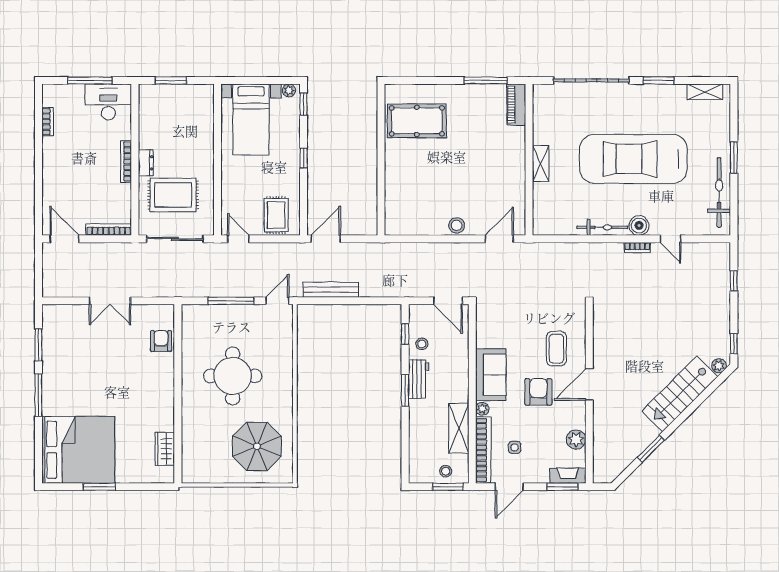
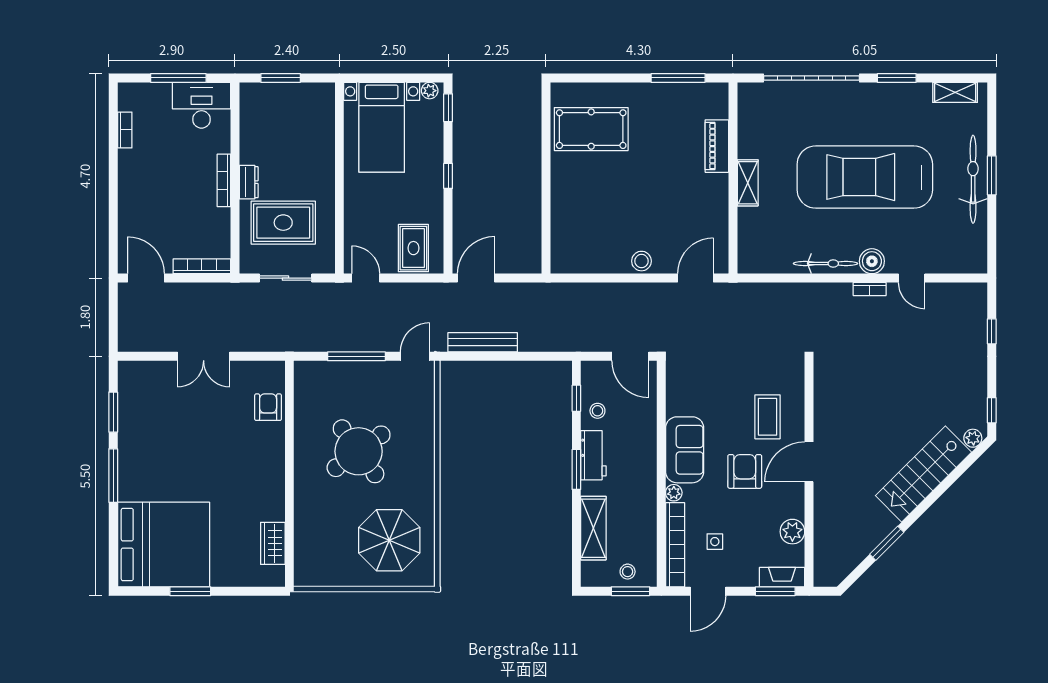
piano: (516, 105) -> (717, 146), moved
bicycle: (719, 192) -> (973, 179), moved
sliding door: (175, 239) -> (286, 278), width x0.73
round table: (233, 376) -> (359, 451), turned -36
shelving: (459, 428) -> (593, 528), moved

